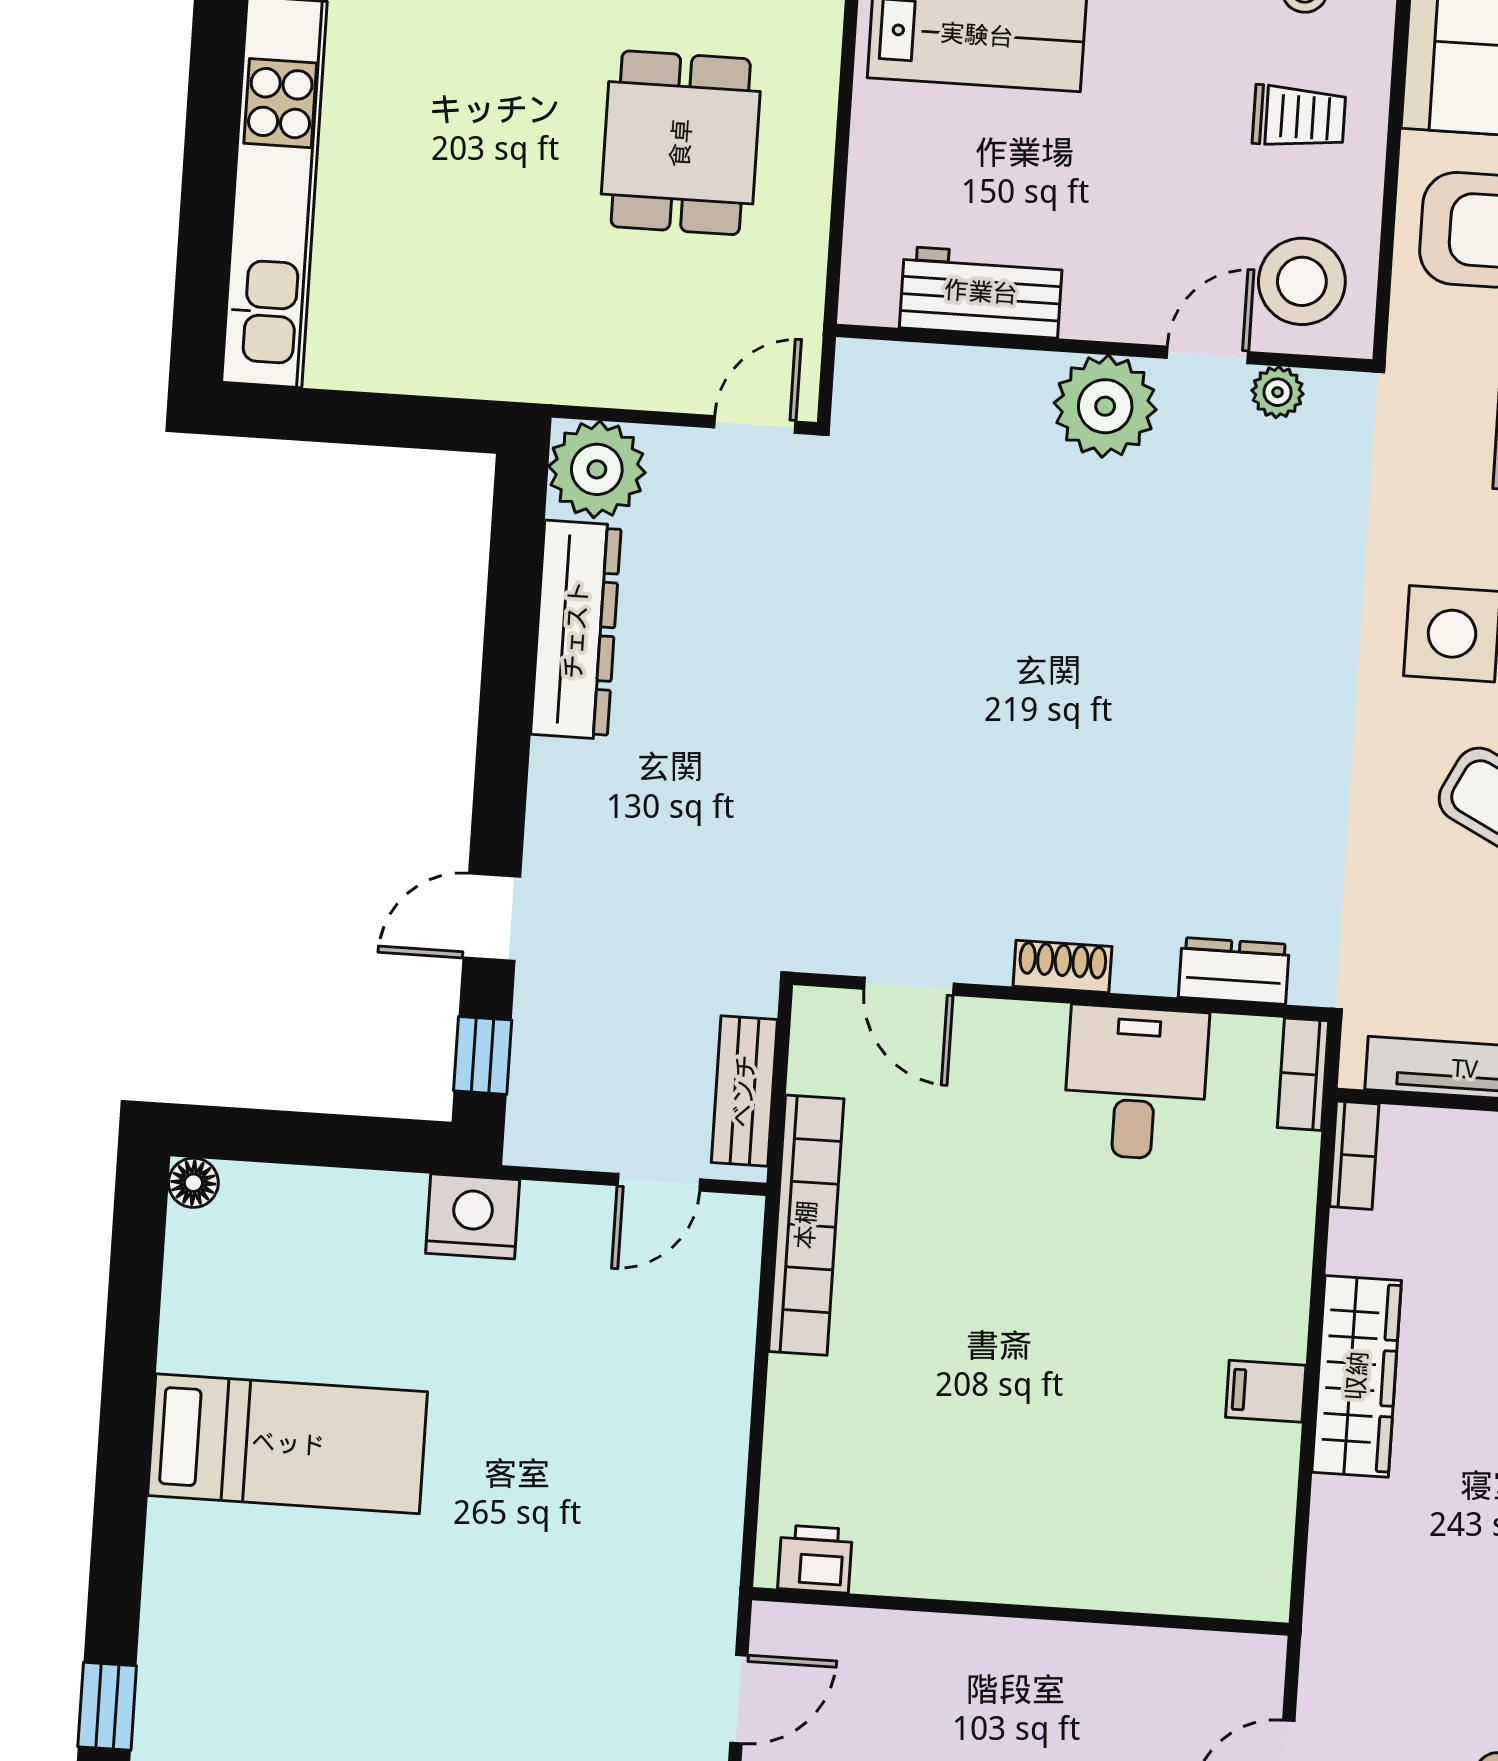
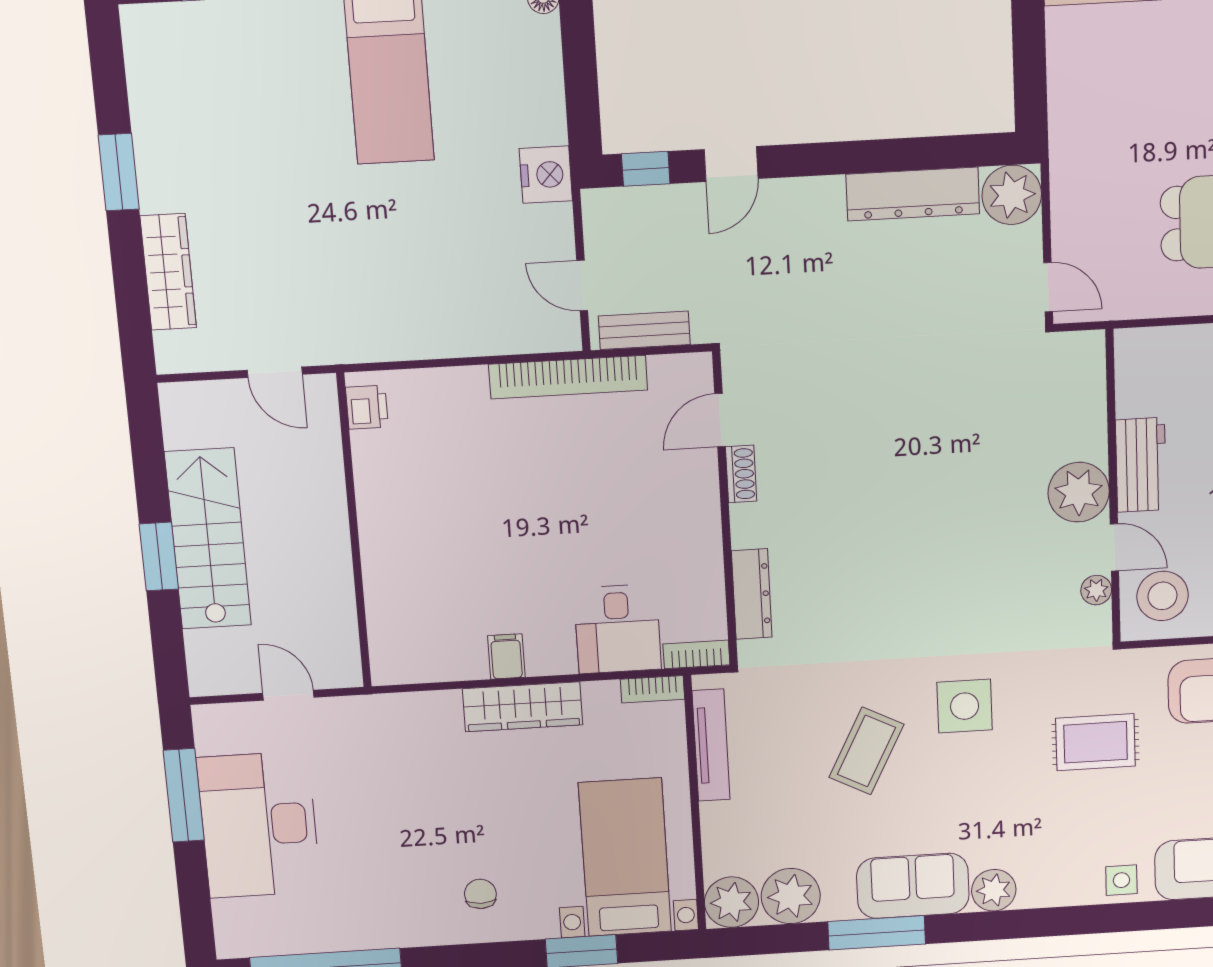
workbench: (981, 292) -> (1141, 465), moved
door: (492, 917) -> (731, 164), swing flipped
shoe rack: (1062, 966) -> (741, 474), moved
dresser: (1234, 971) -> (752, 594), width x1.44
desk: (1136, 1083) -> (618, 629), moved, turned 90

